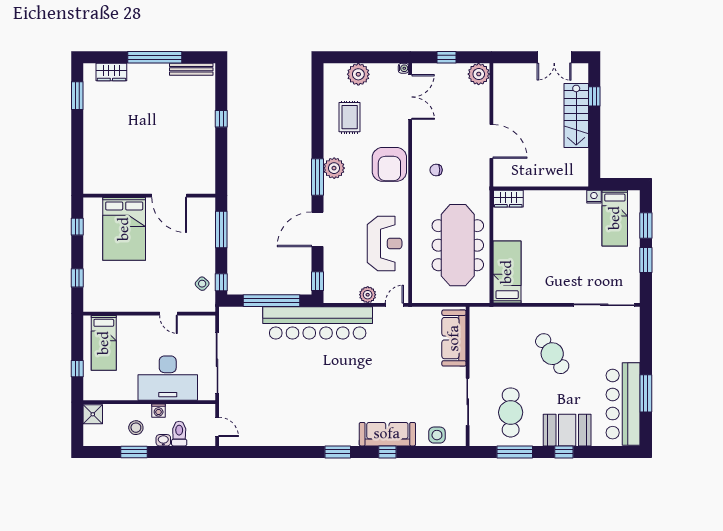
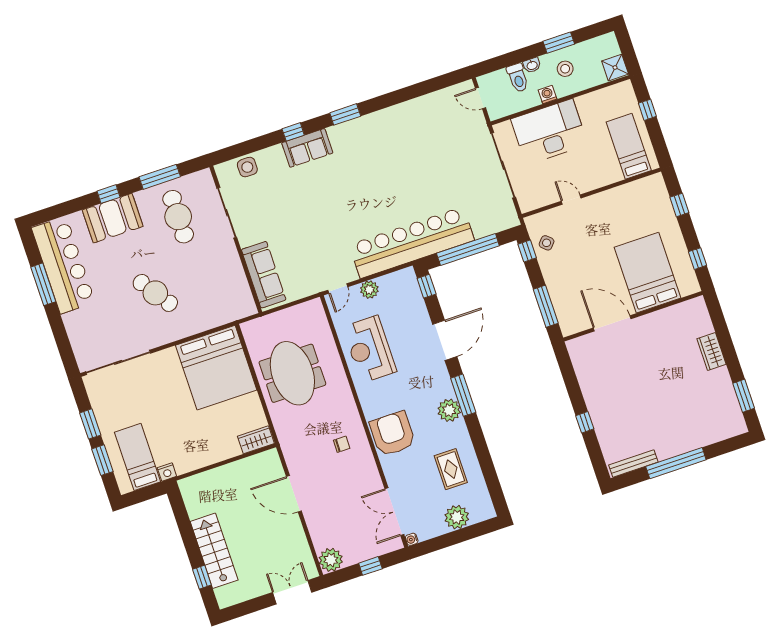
double door: (554, 57) -> (292, 592), moved
wardrobe: (111, 72) -> (712, 352), moved, turned -90
meeting table: (458, 245) -> (292, 373), width x0.73
bed: (507, 272) -> (216, 368), width x2.04
sofa: (387, 434) -> (307, 148), width x0.73

